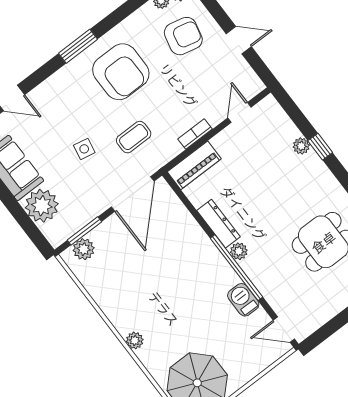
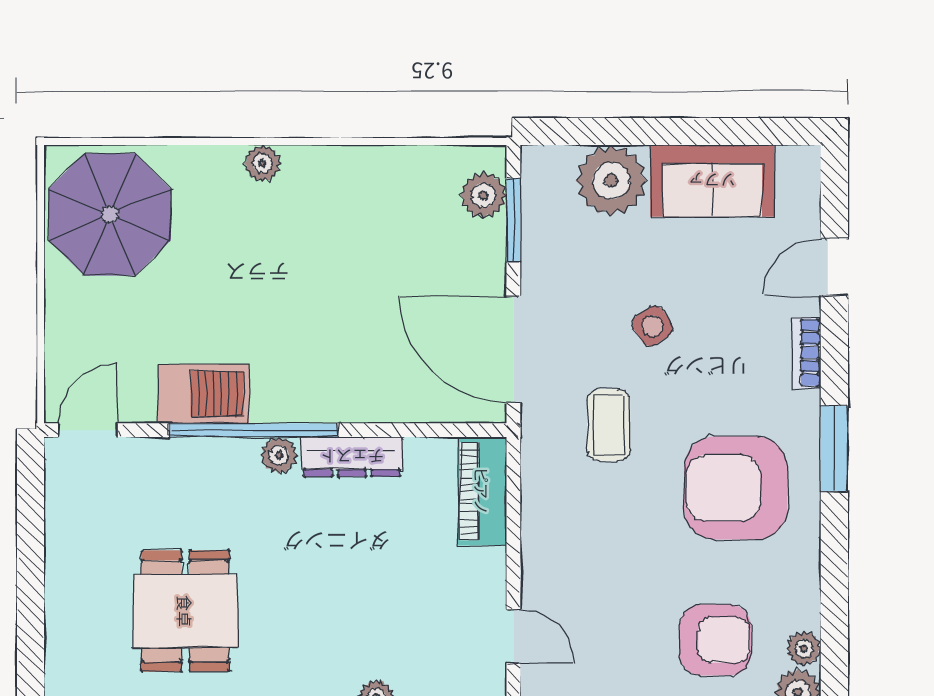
armchair: (183, 36) -> (715, 640), turned -103
bookcase: (195, 134) -> (807, 353), moved, turned 180
side table: (84, 149) -> (653, 326), turned 45
barbecue: (243, 300) -> (203, 394), width x1.38, depth x1.27

